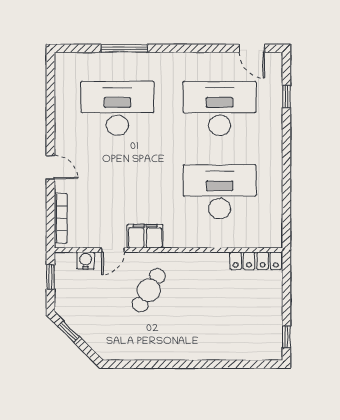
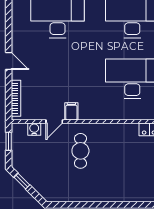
filing cabinet: (145, 236) -> (71, 111), width x0.50
cafe table: (149, 290) -> (80, 151), turned -31

